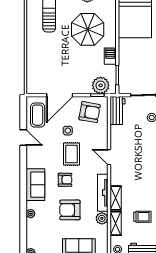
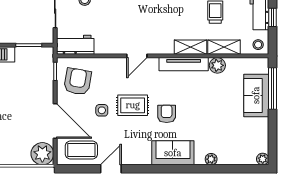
plant: (101, 85) -> (42, 154), moved
armchair: (70, 210) -> (206, 107), removed

